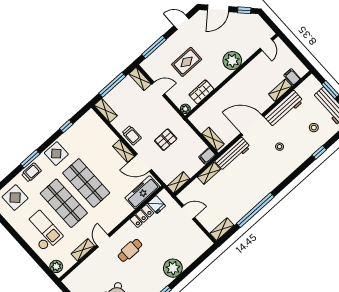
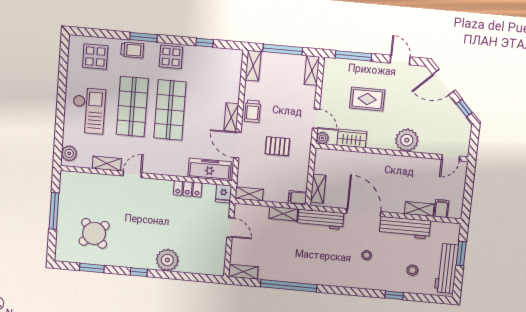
door: (158, 89) -> (316, 119), moved
fridge: (156, 205) -> (224, 194), moved
cafe table: (130, 250) -> (147, 207), removed

